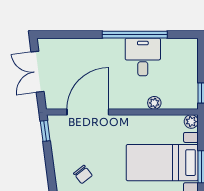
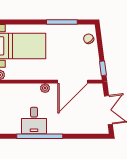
plant: (154, 103) -> (45, 88), moved
chair: (83, 174) -> (89, 39), moved

